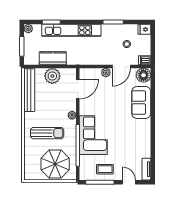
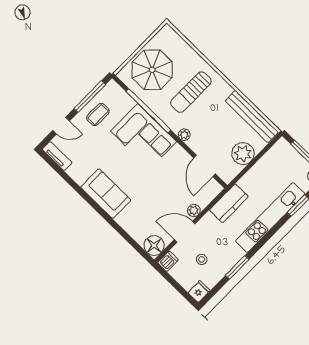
kitchen counter: (53, 58) -> (229, 203), moved
door: (121, 67) -> (185, 232), hinge flipped
sofa: (141, 103) -> (106, 194), moved

